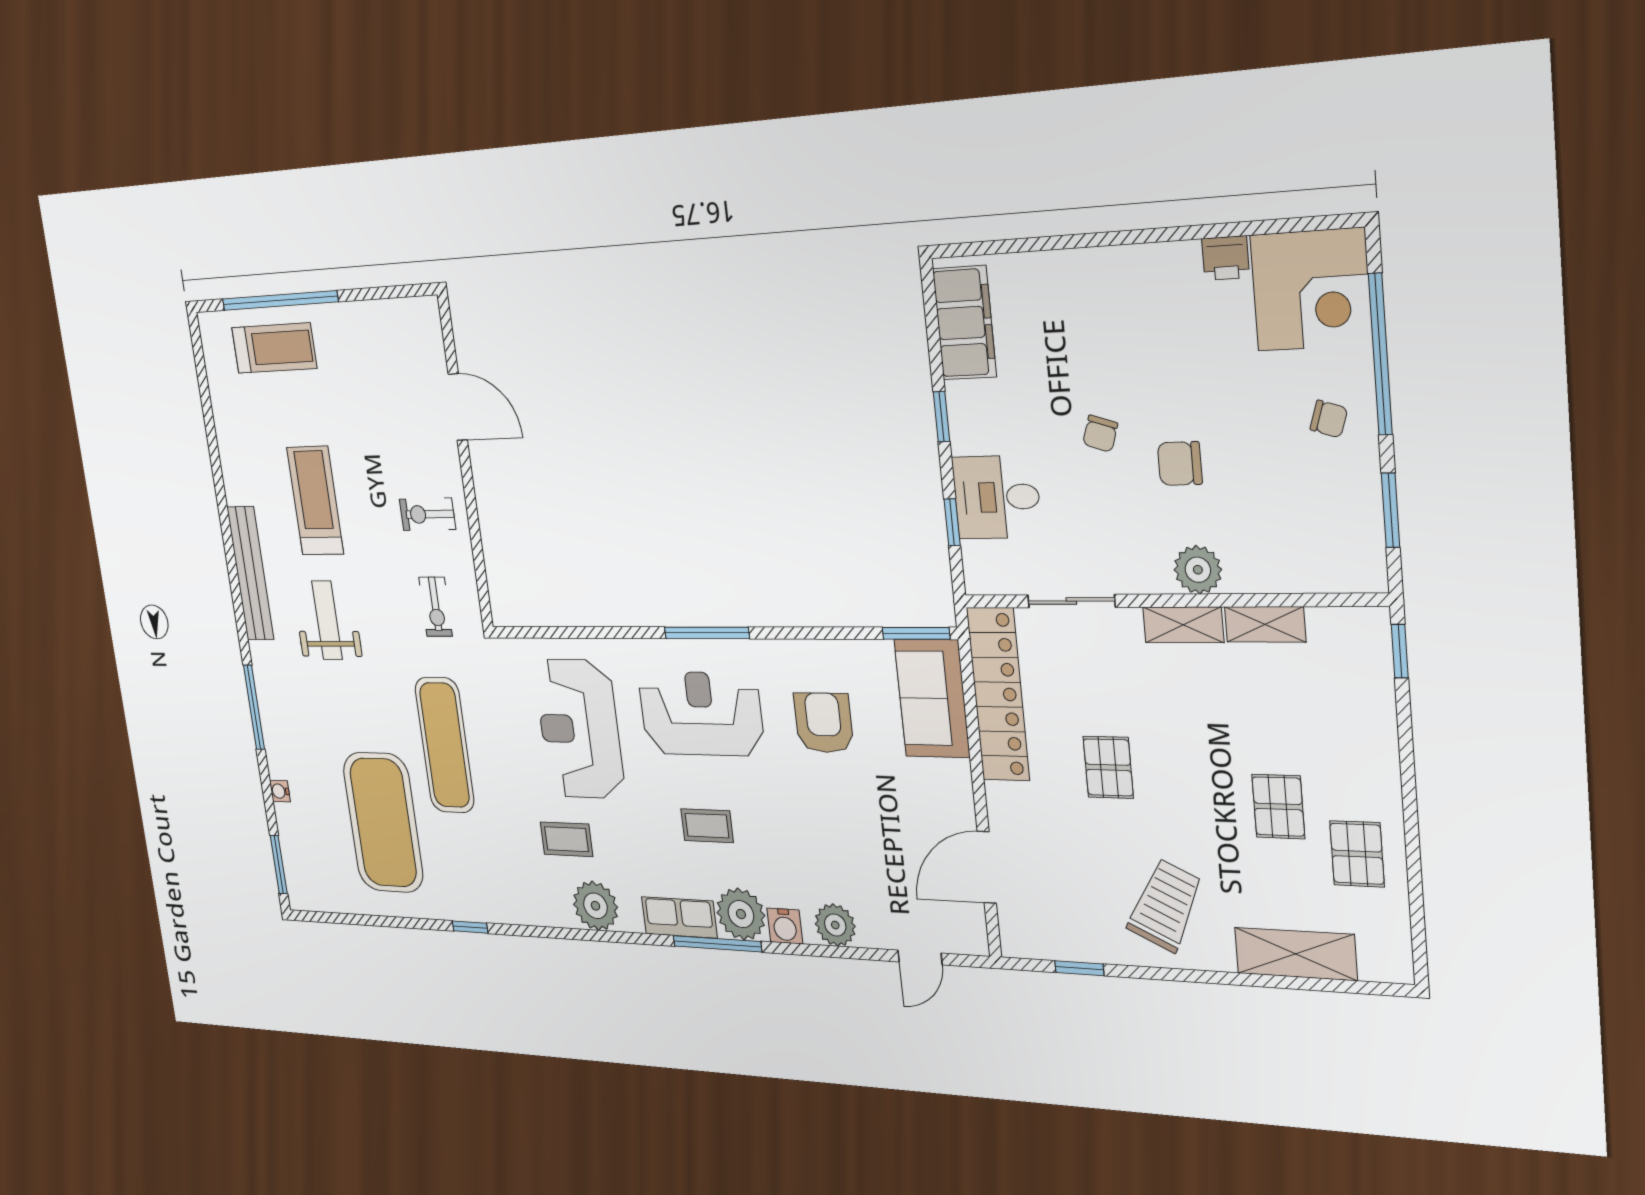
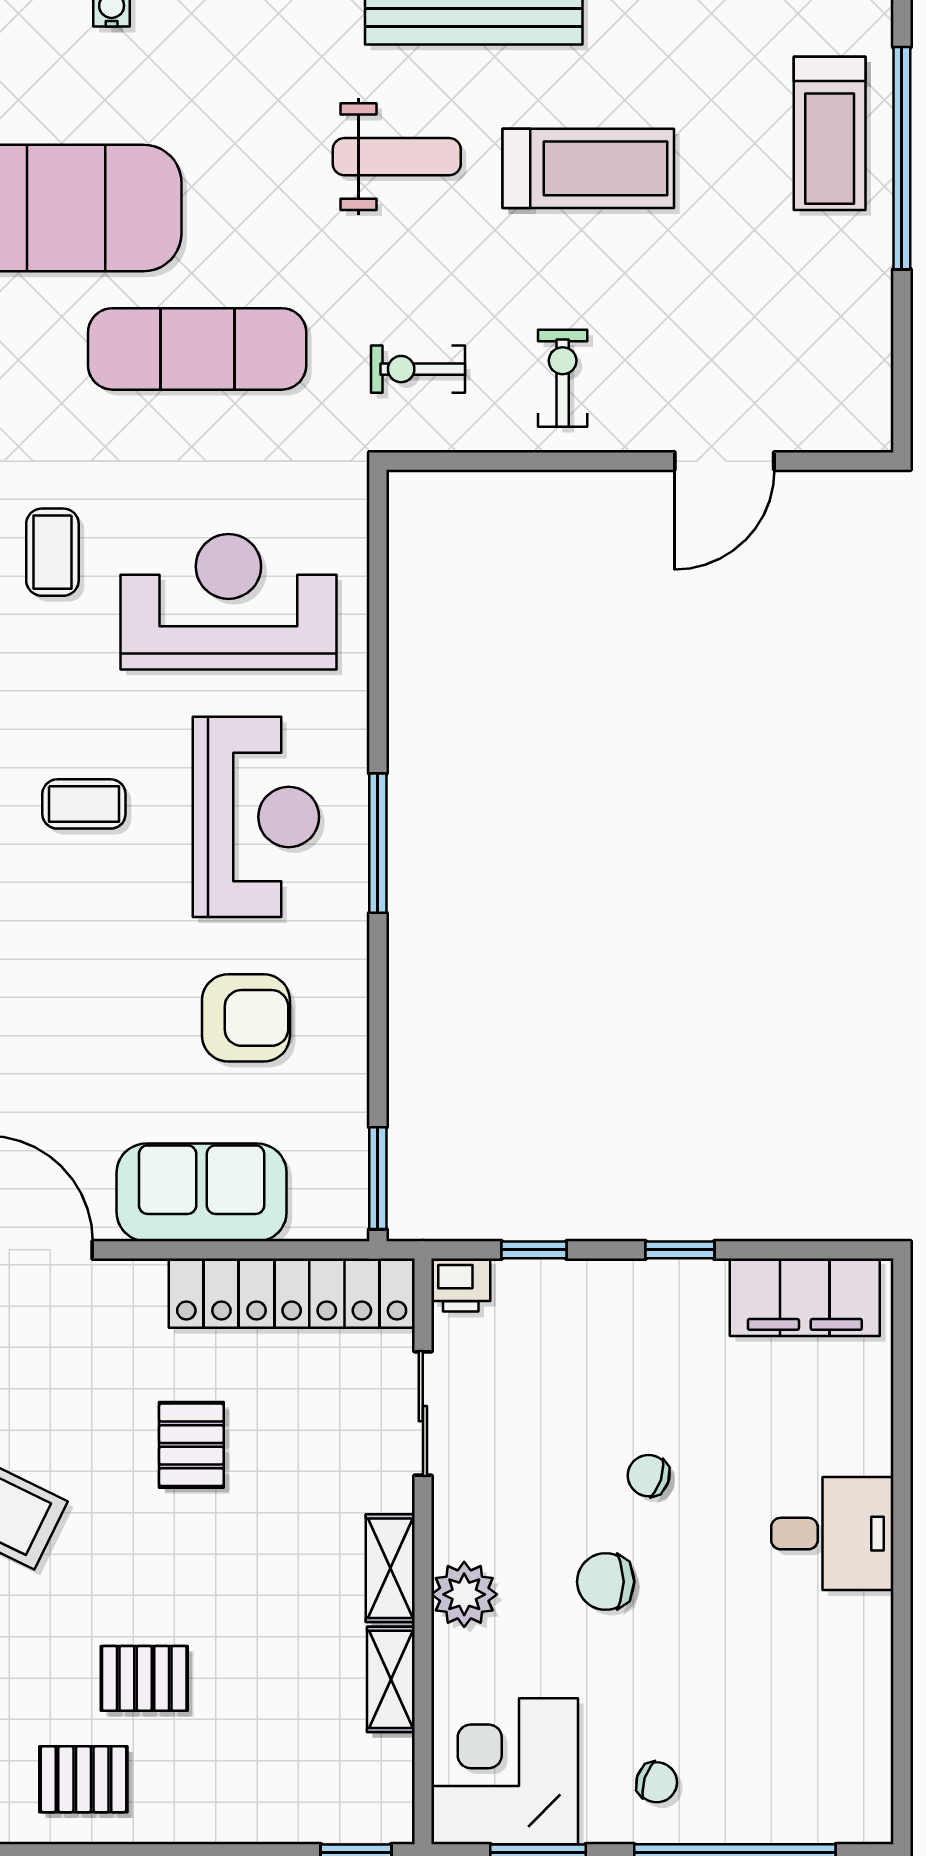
printer: (1226, 258) -> (461, 1285), moved, turned -90
corner desk: (1311, 290) -> (505, 1771), moved, turned 90
chair: (1329, 419) -> (657, 1782), turned -90
chair: (1180, 463) -> (606, 1582), turned -90
desk: (997, 497) -> (832, 1534), moved, turned 90
sofa: (932, 698) -> (202, 1192), moved
pallet: (1108, 767) -> (191, 1445), turned 90
coffee table: (707, 826) -> (84, 804), turned 90

